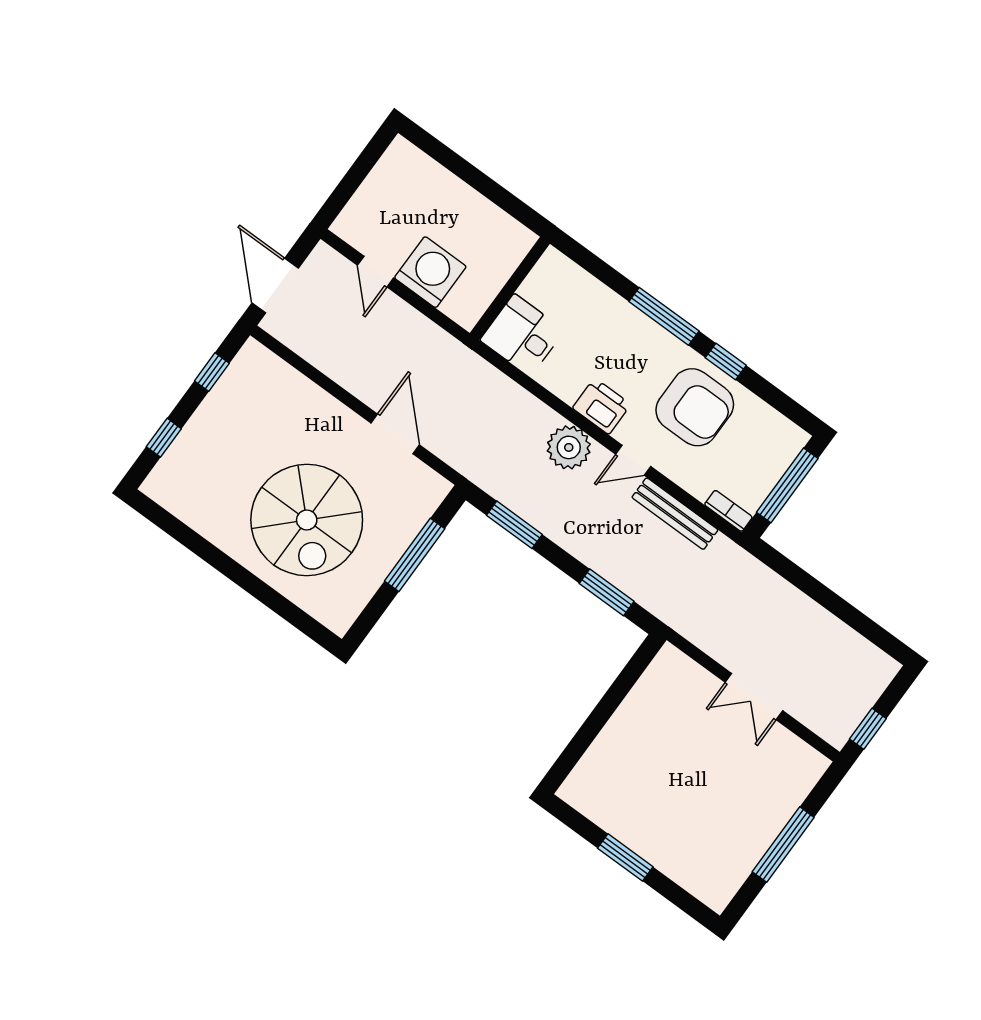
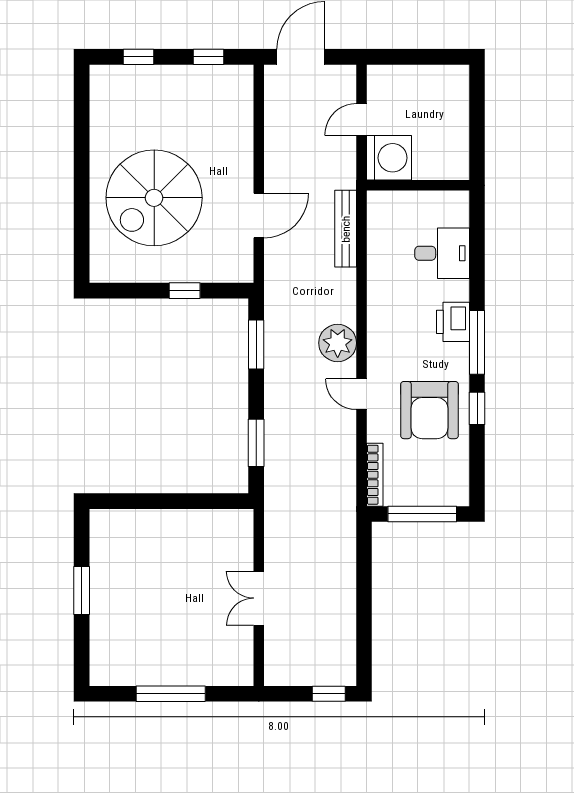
wall: (510, 288) -> (418, 185), moved
desk: (522, 335) -> (442, 253), moved, turned 90
printer: (602, 406) -> (453, 322), moved, turned 180
bookcase: (728, 511) -> (375, 475), width x1.56
bench: (675, 514) -> (346, 229), moved
window: (415, 555) -> (185, 291), width x0.46
window: (868, 729) -> (329, 694), moved

